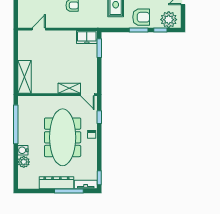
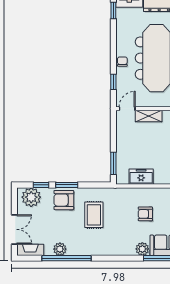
freezer: (87, 37) -> (141, 177), moved
door: (87, 95) -> (127, 109), hinge flipped

